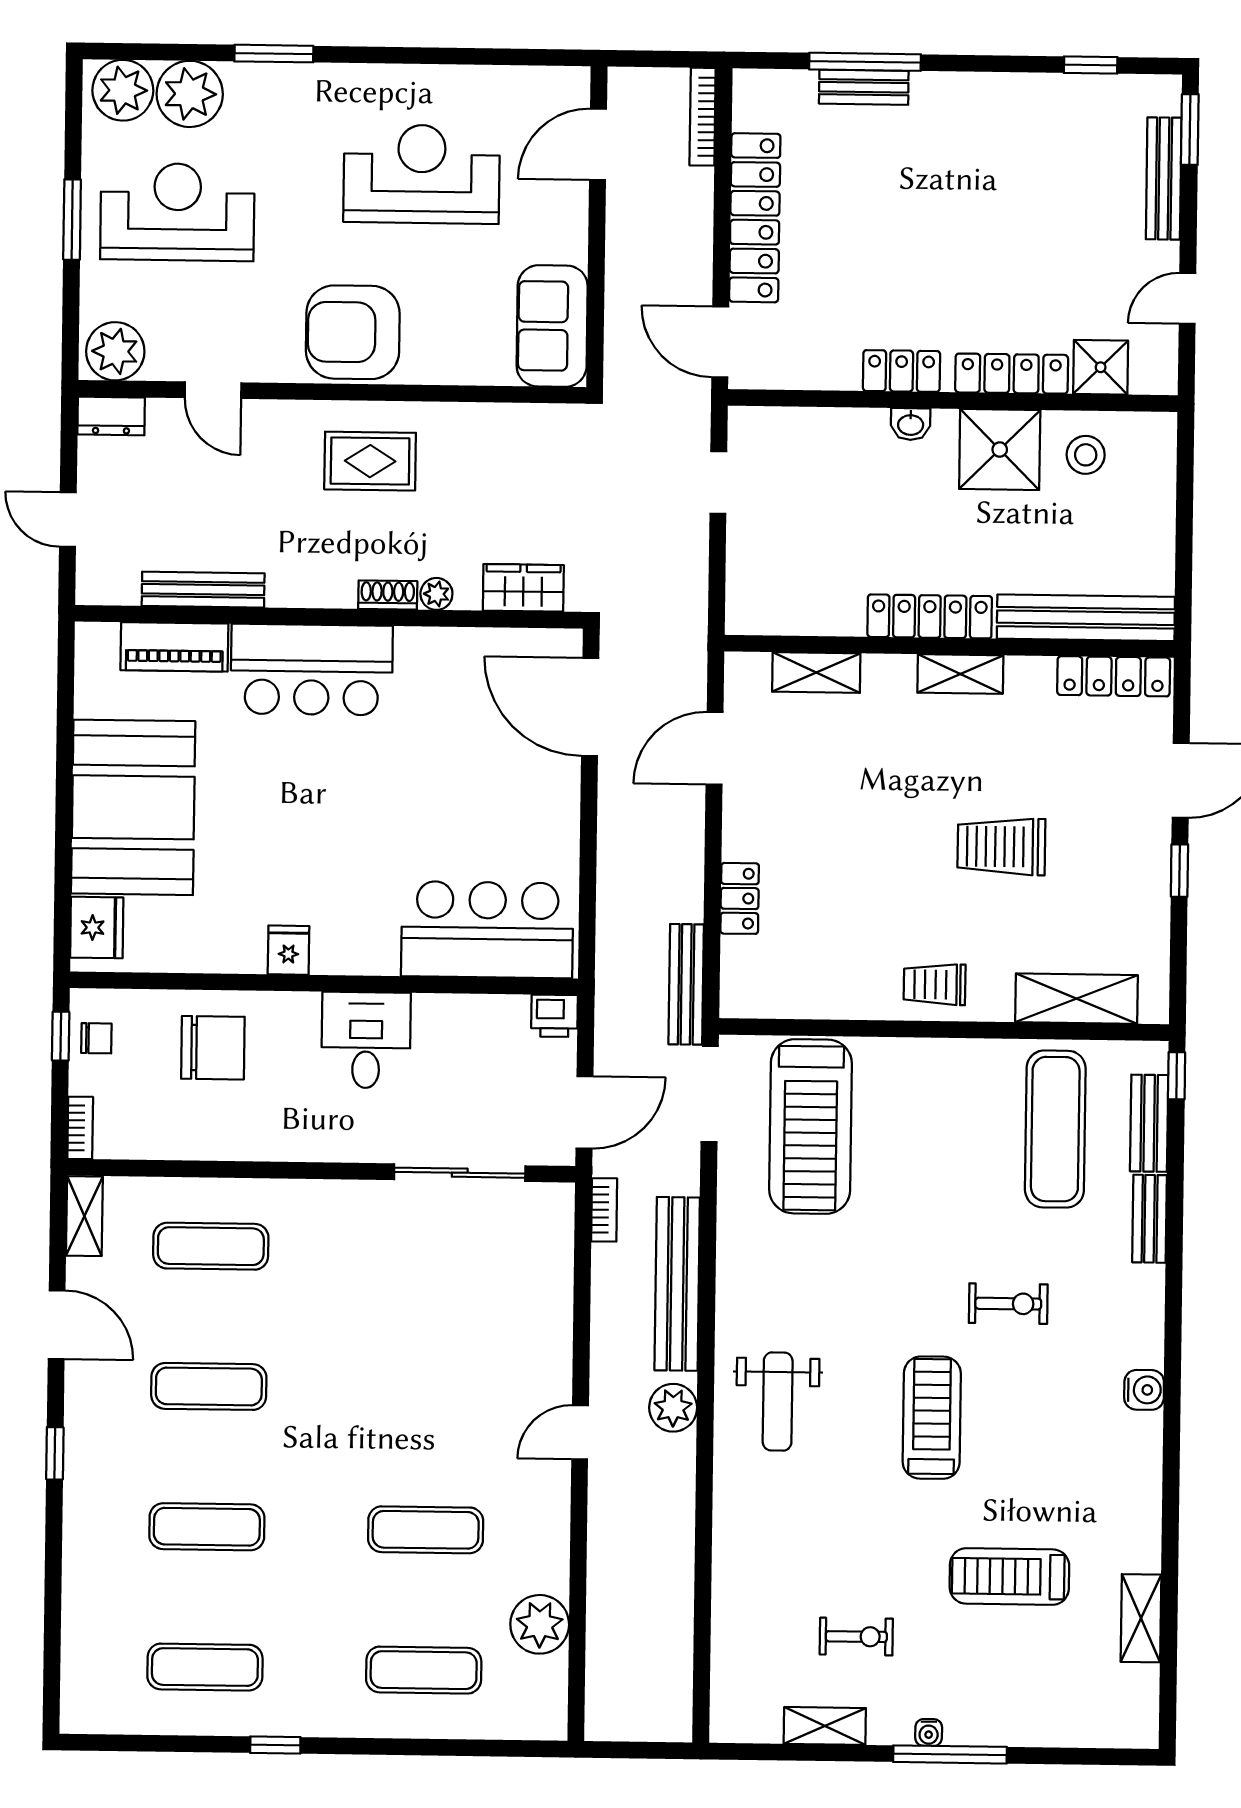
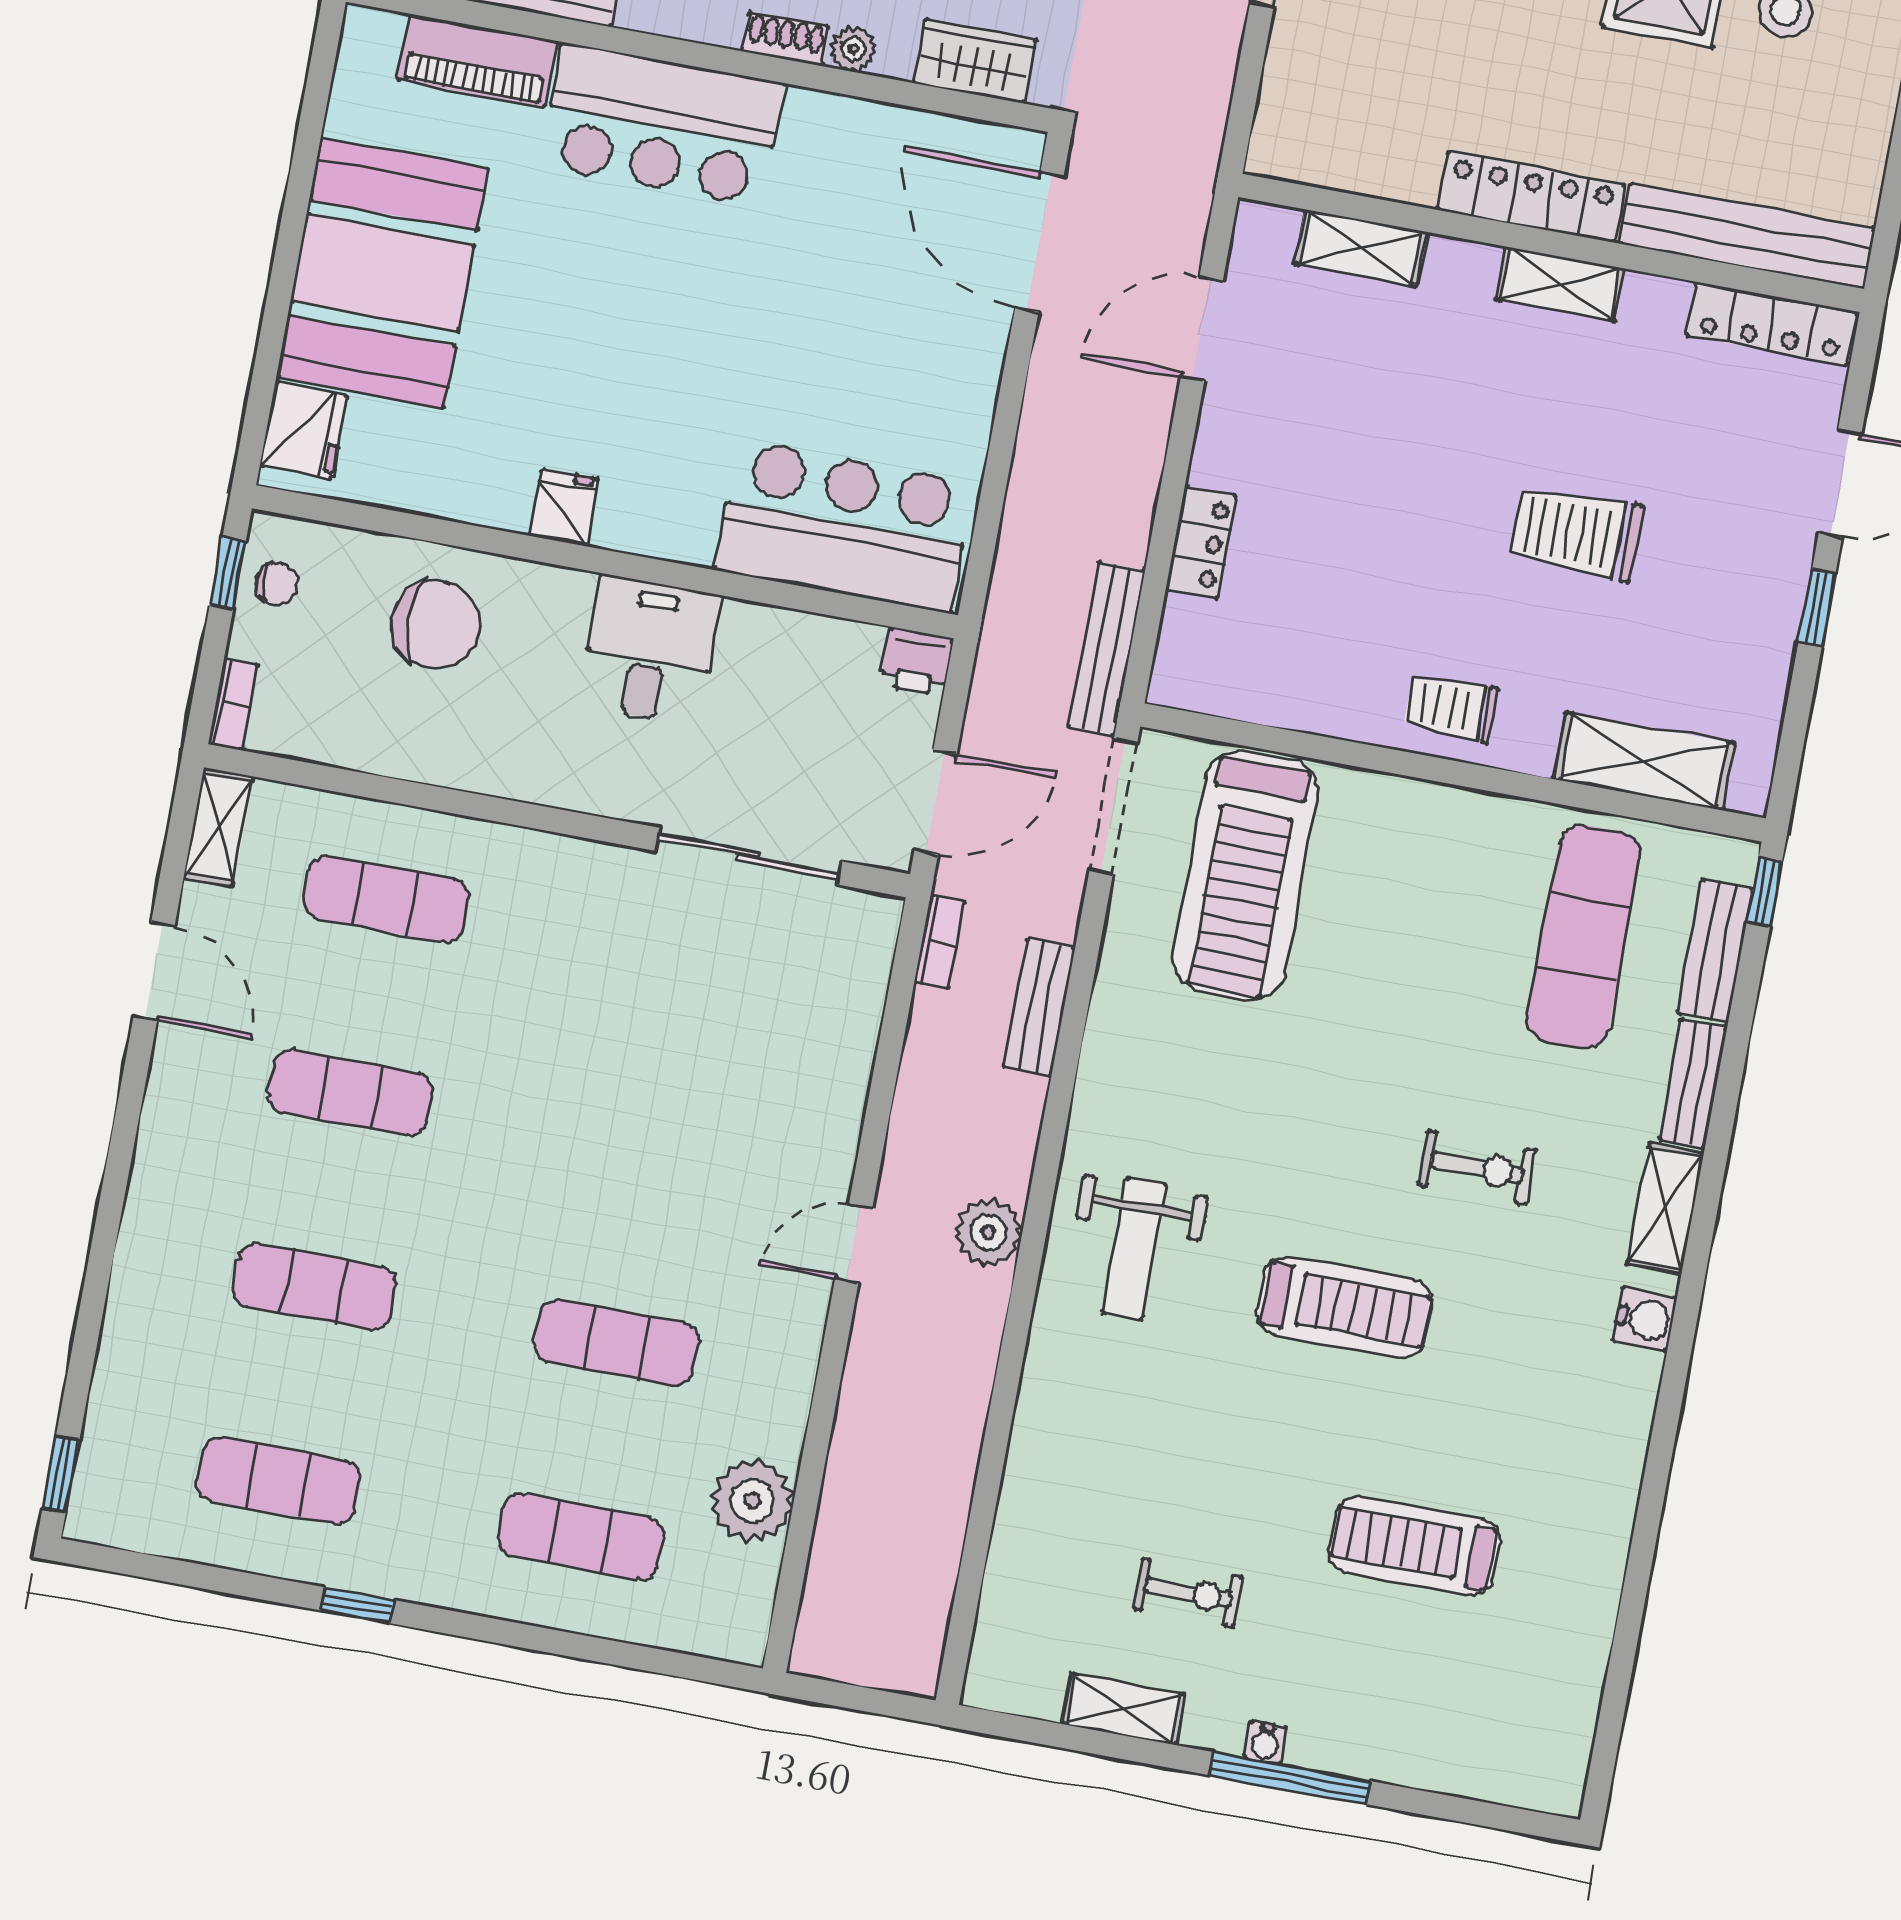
bench: (677, 1284) -> (1039, 1007), width x0.54, depth x0.82
treadmill: (932, 1418) -> (1344, 1307), turned 90
window: (55, 1453) -> (61, 1474), moved
shelving: (1141, 1618) -> (1665, 1208), moved

